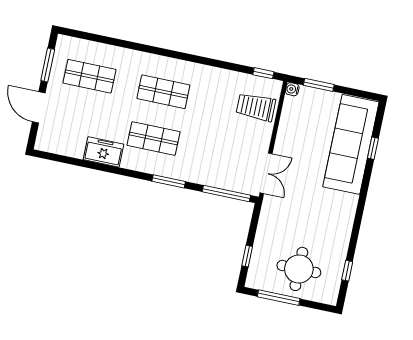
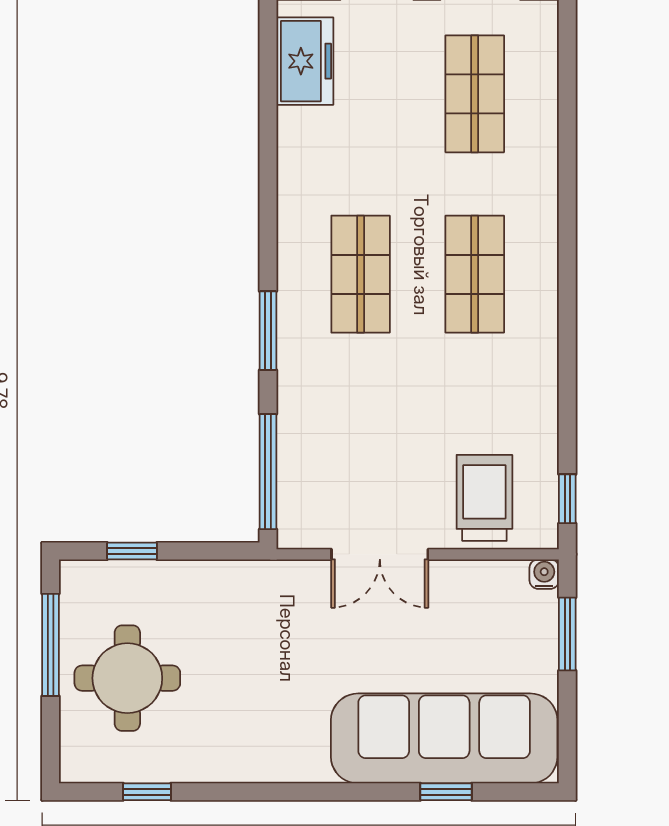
freezer: (104, 152) -> (305, 61), moved
double door: (266, 173) -> (380, 554), moved

